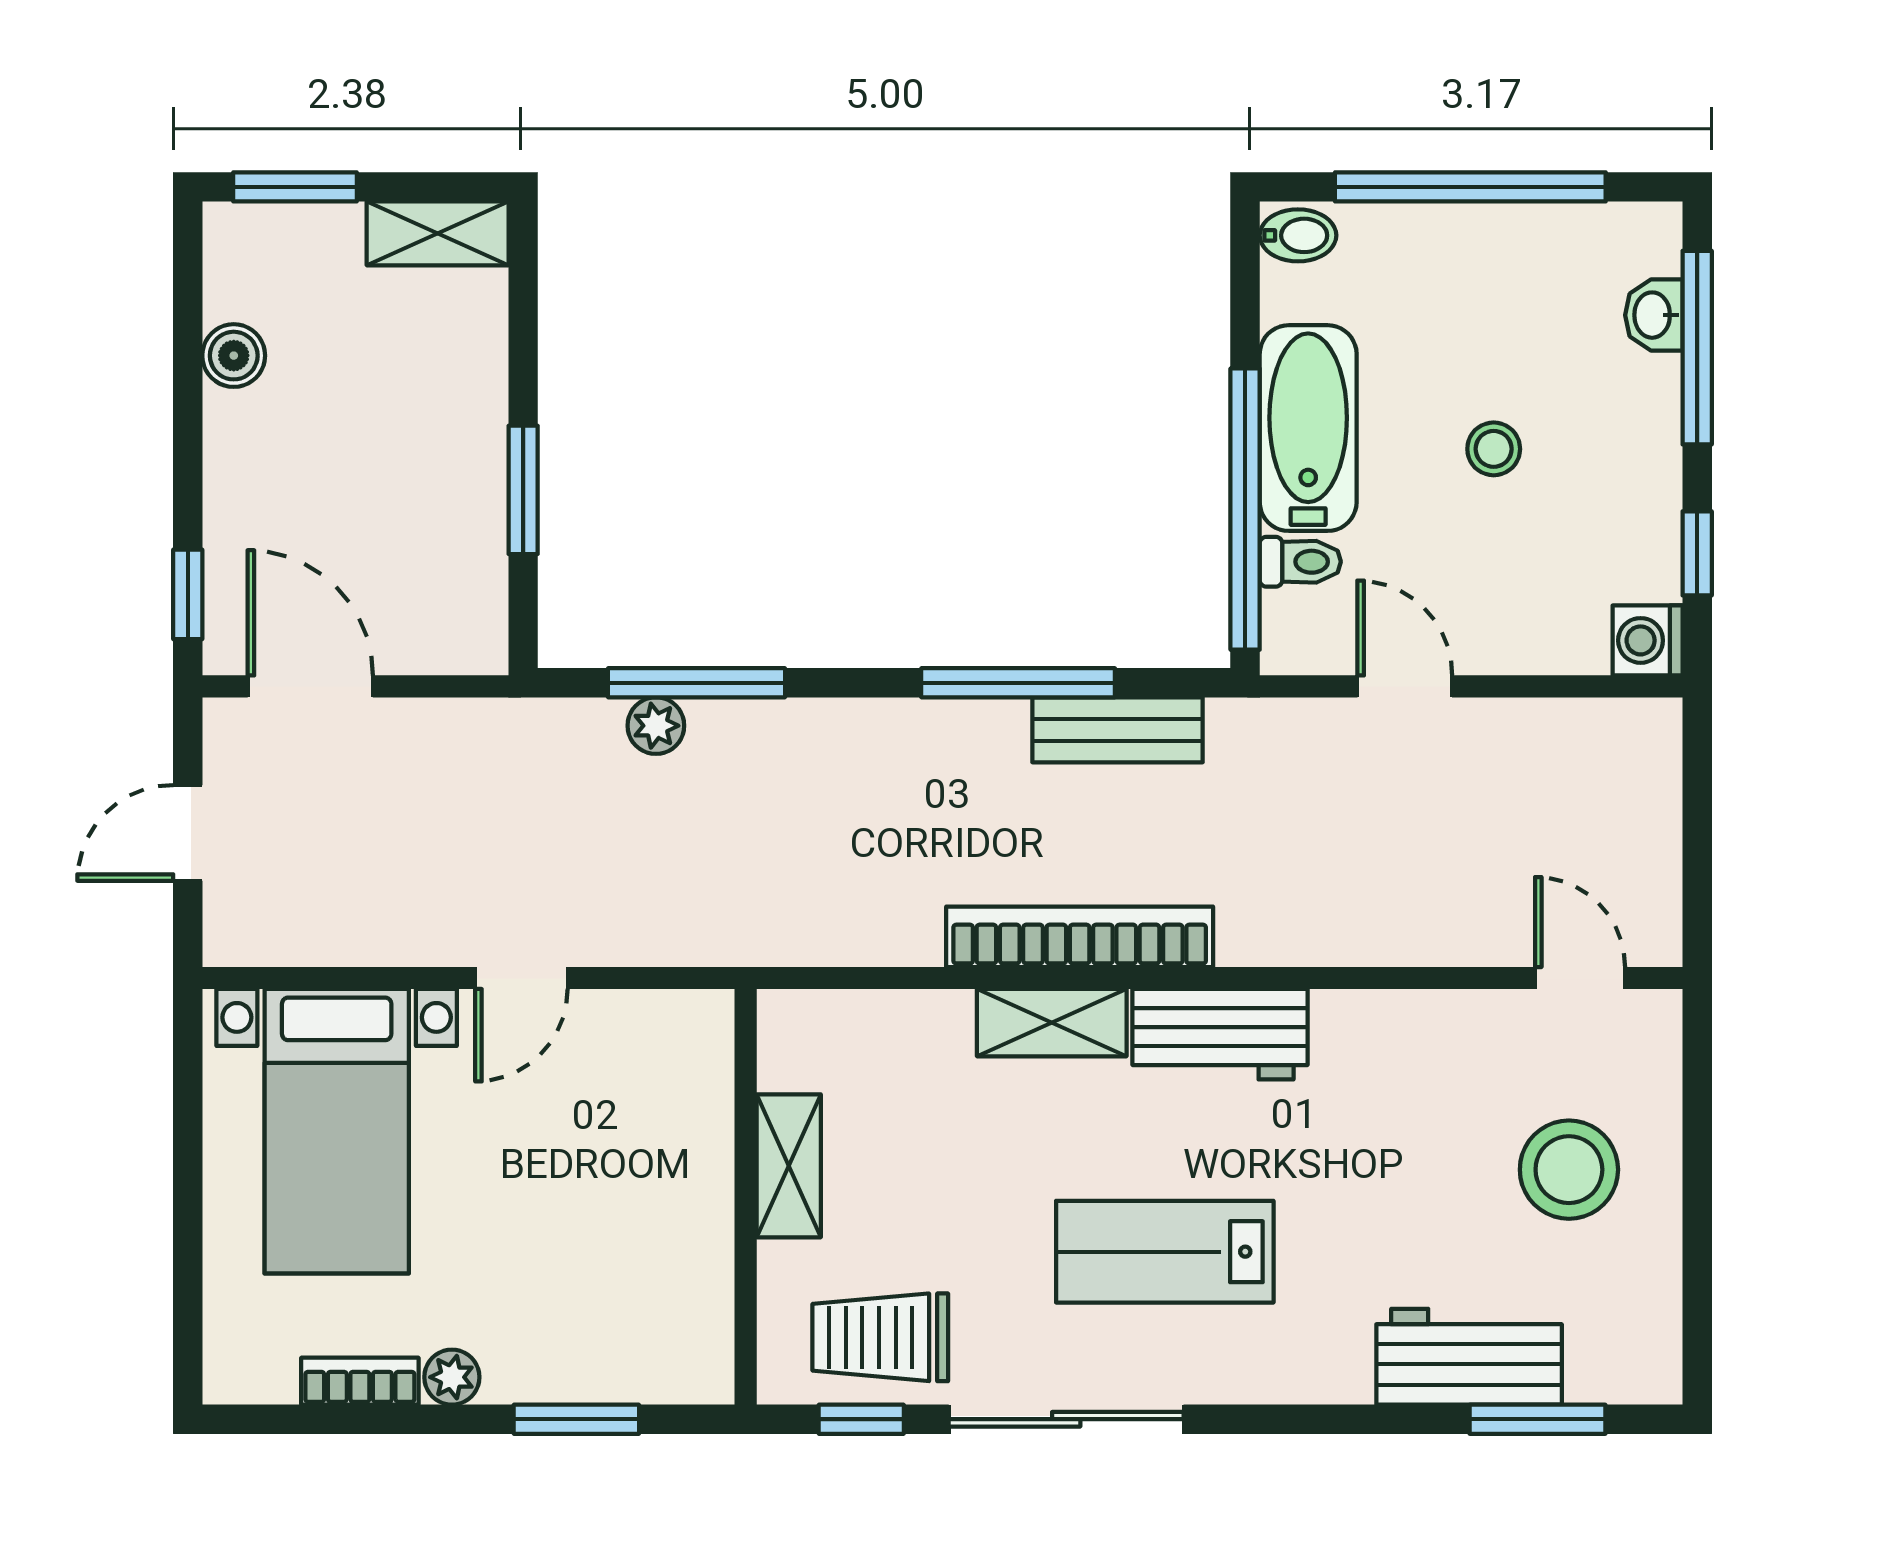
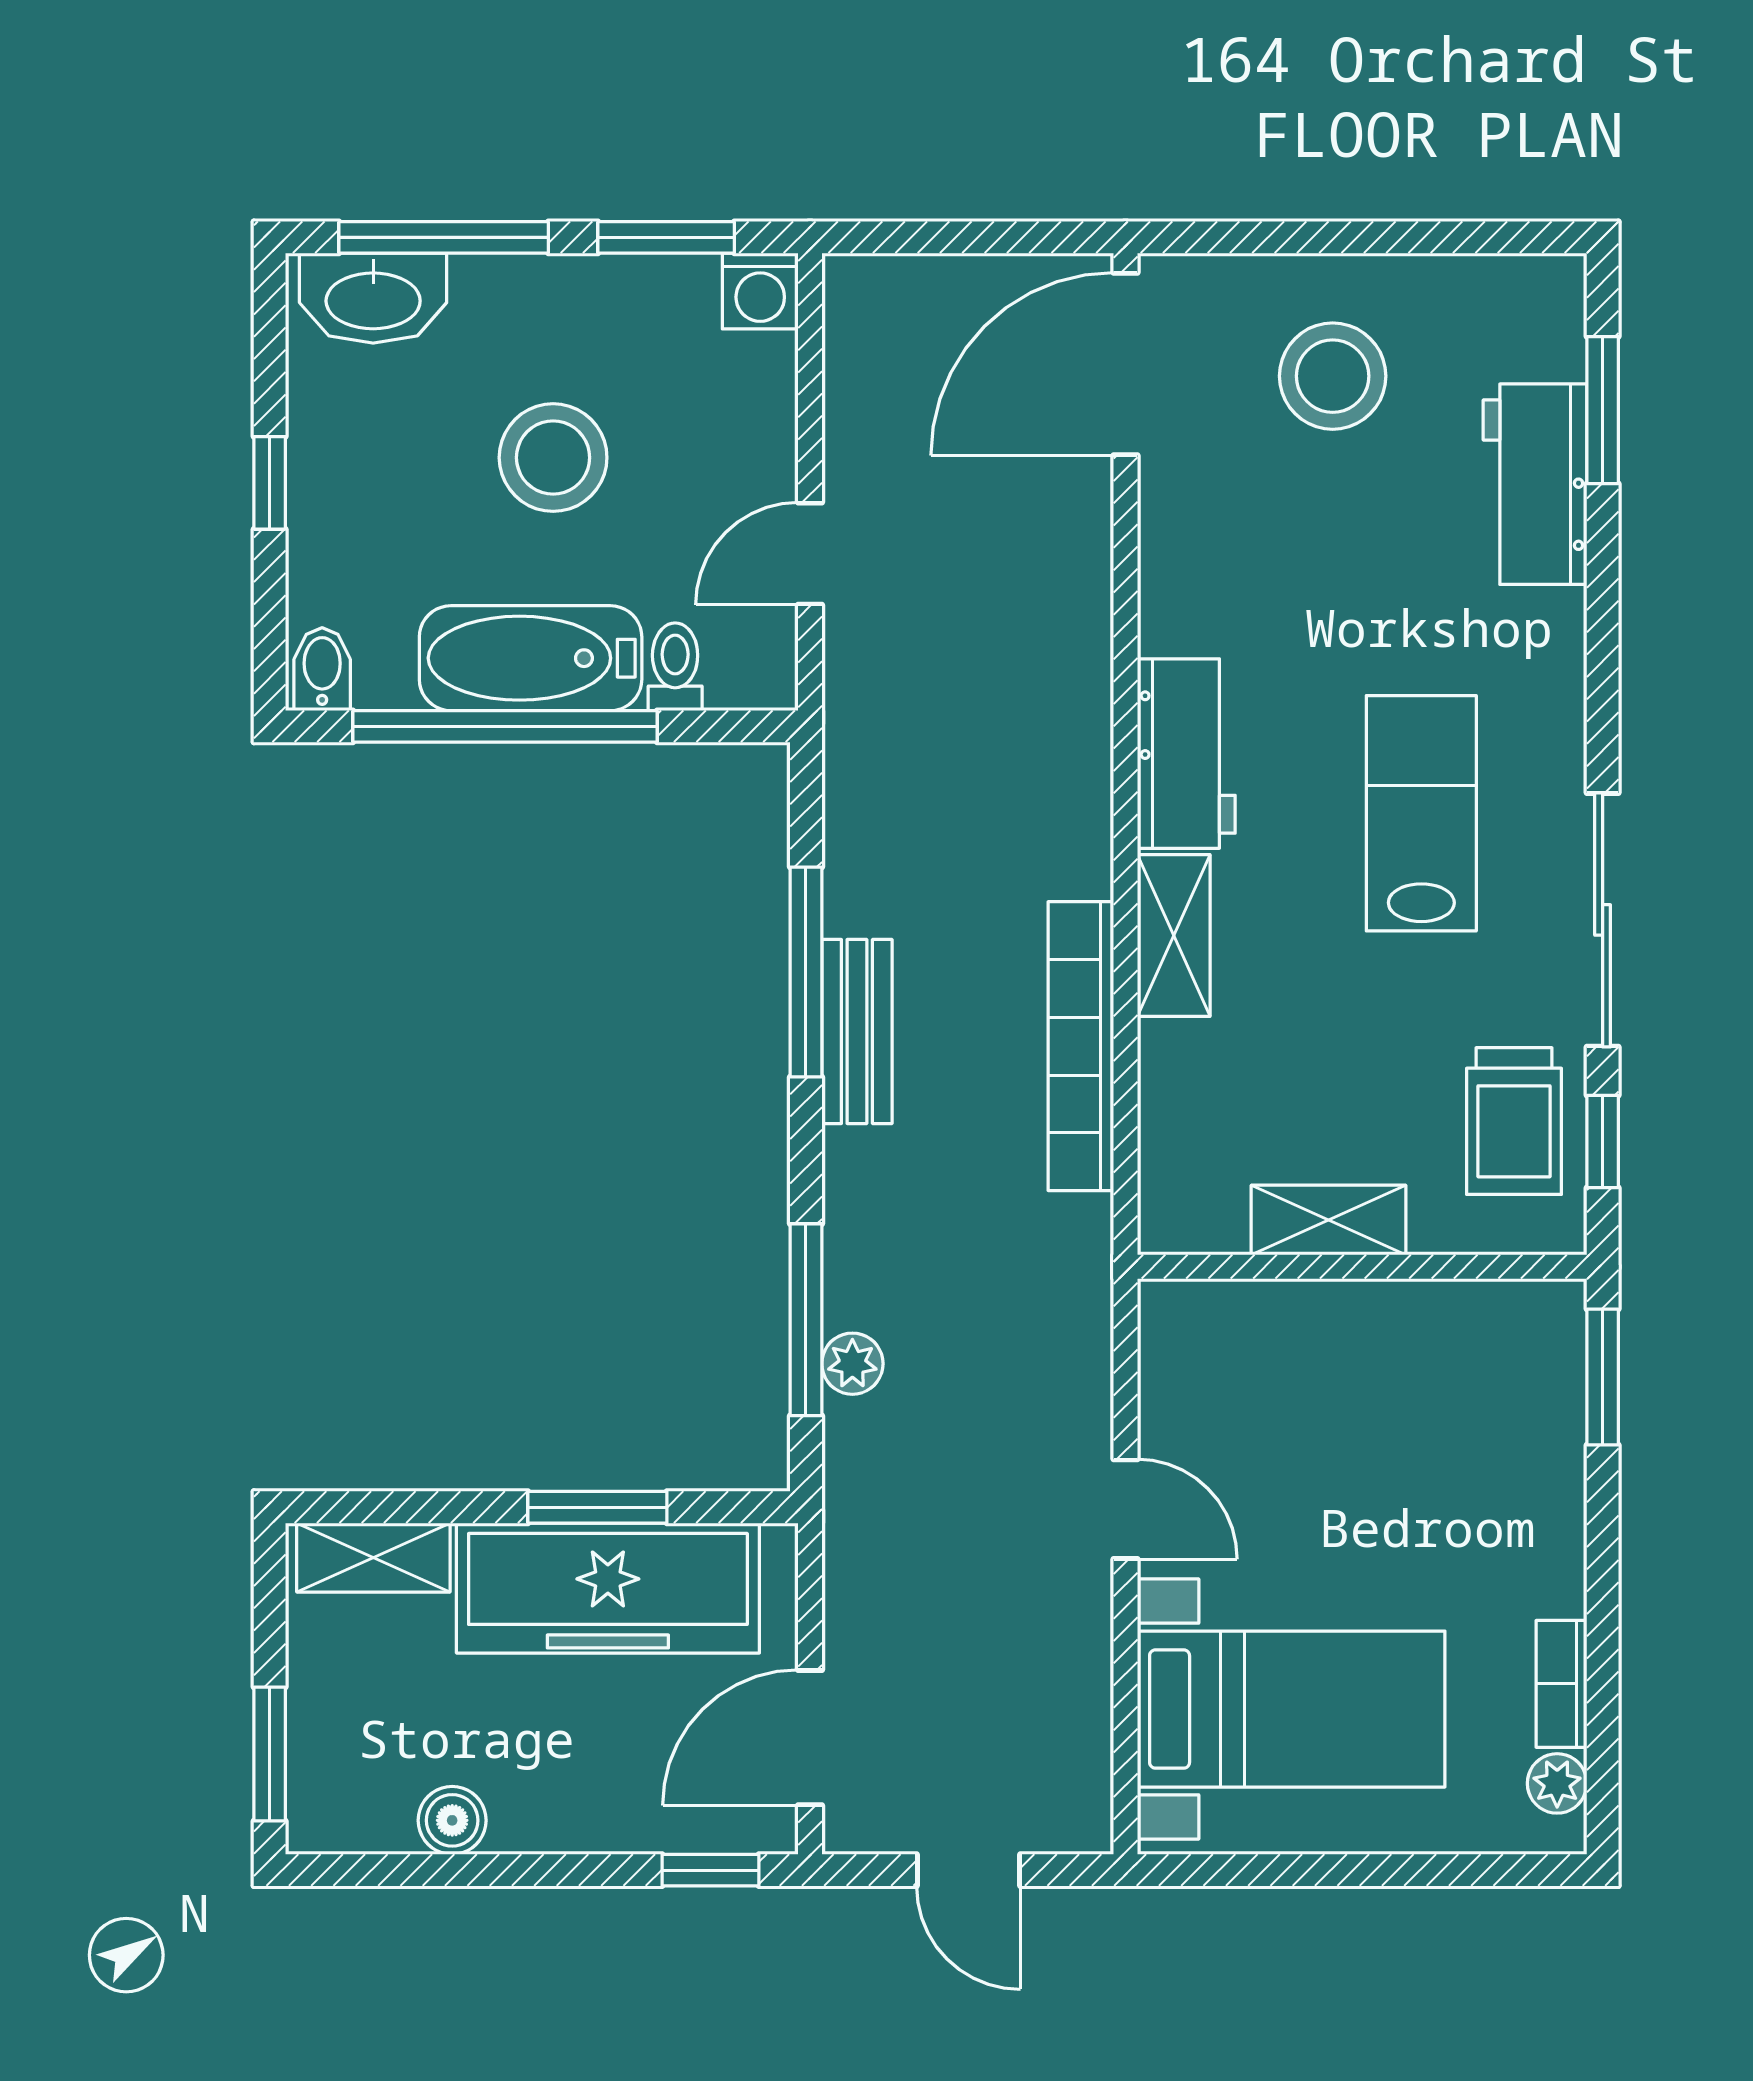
window: (1470, 187) -> (270, 483), width x0.32
shelving: (438, 233) -> (373, 1558), moved, turned 90
washbasin: (1654, 315) -> (373, 298), width x1.91, depth x1.45
stool: (1494, 449) -> (553, 458), width x1.89, depth x1.89
freezer: (448, 500) -> (608, 1588), added
window: (1245, 509) -> (505, 726), moved
window: (1697, 553) -> (666, 237), width x1.50
bench: (1118, 730) -> (857, 1032), moved
bookcase: (1080, 937) -> (1081, 1046), moved
door: (1580, 978) -> (1125, 364), width x1.88
lab bench: (1165, 1252) -> (1421, 813), turned 180
plant: (452, 1377) -> (1557, 1783), moved
window: (576, 1419) -> (1603, 1377), moved

